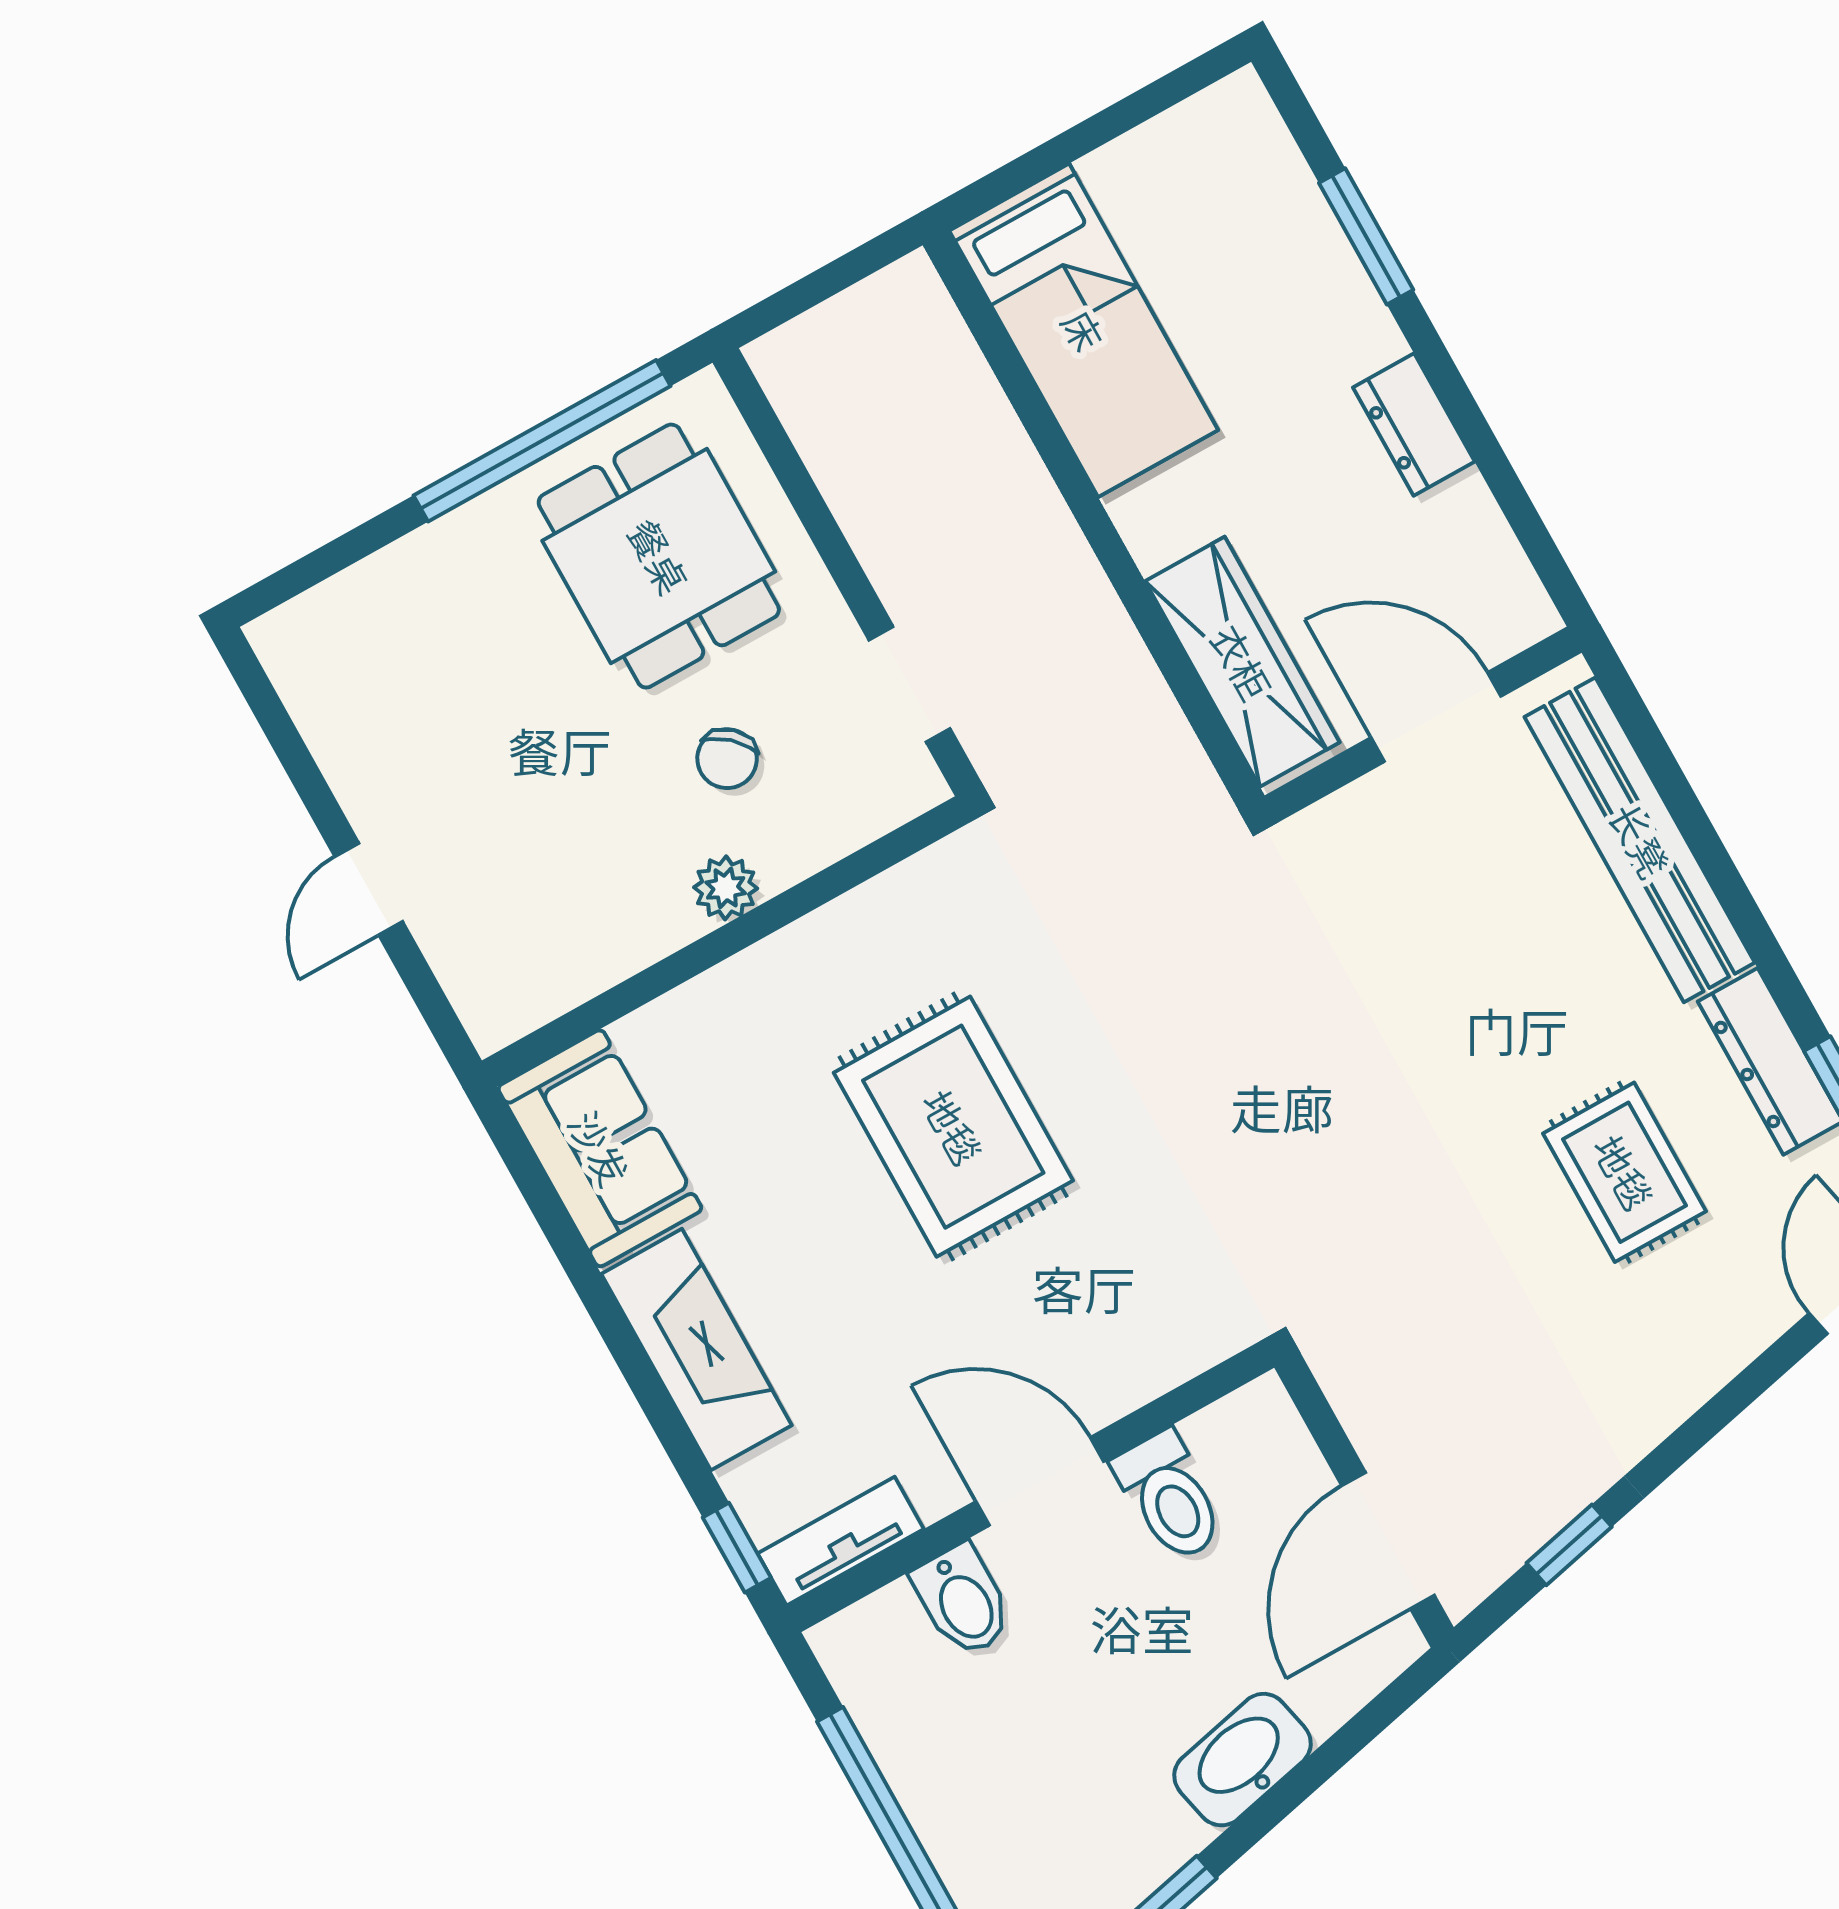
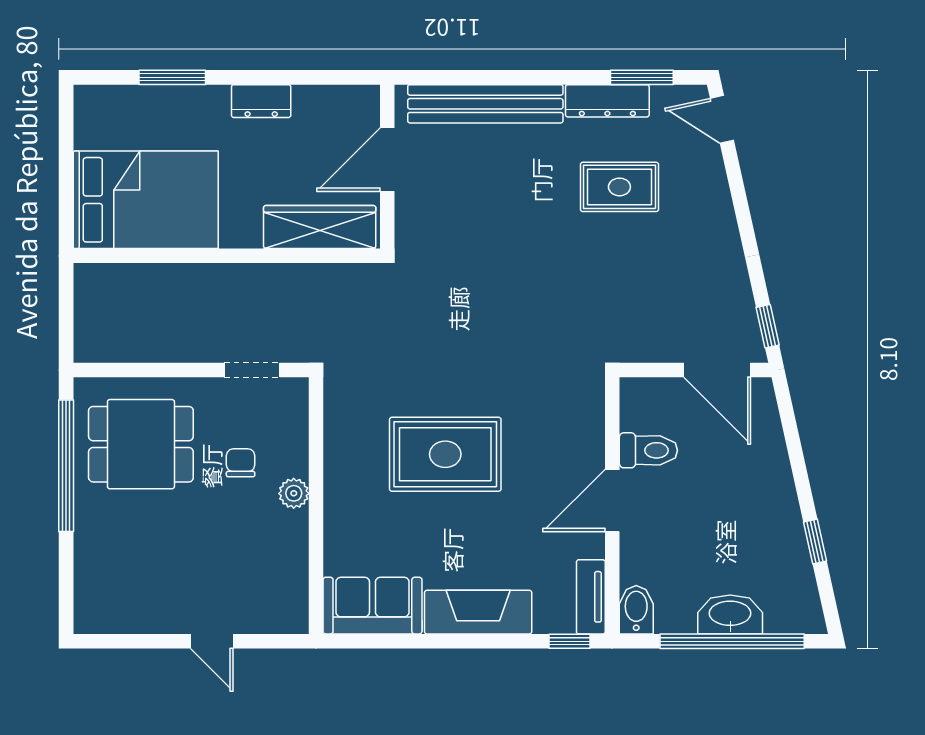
bed: (1084, 330) -> (146, 200), width x1.50
chair: (727, 759) -> (241, 463), turned -132
window: (1569, 1545) -> (768, 326), moved
bidet: (963, 1601) -> (636, 610), moved, turned -90
washbasin: (1243, 1760) -> (730, 614), moved, turned 102

